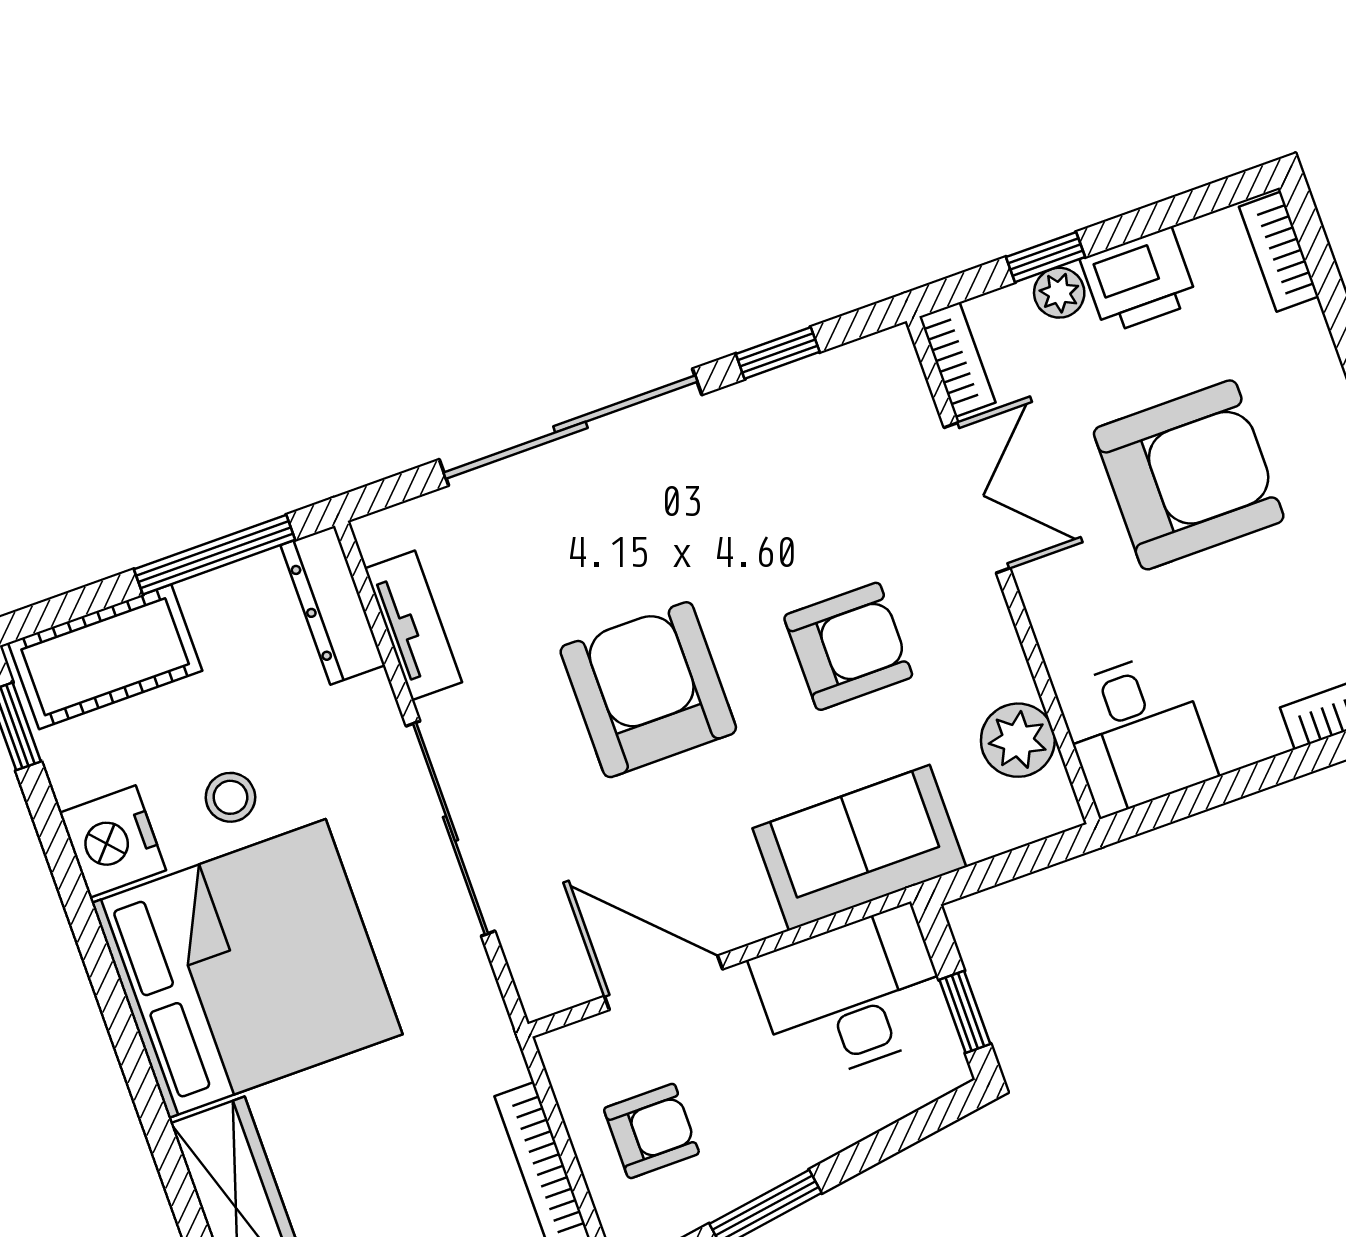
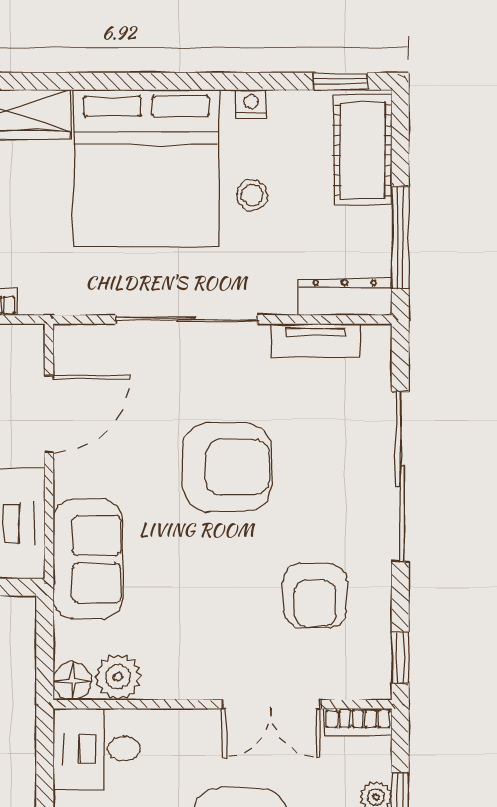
window: (778, 353) -> (400, 658), moved
armchair: (848, 646) -> (315, 595), moved
floor lamp: (1048, 806) -> (72, 681), added
nightstand: (113, 841) -> (251, 104), width x0.53, depth x0.56

